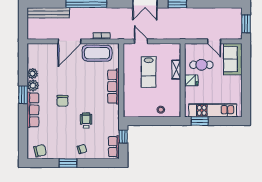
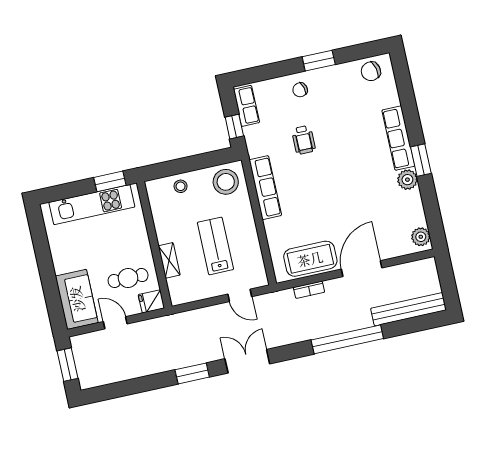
plant: (32, 74) -> (421, 237), moved
fridge: (191, 80) -> (151, 301), moved
row of seats: (113, 87) -> (265, 188), moved
chair: (62, 101) -> (351, 165), removed
stool: (135, 107) -> (226, 182), added

